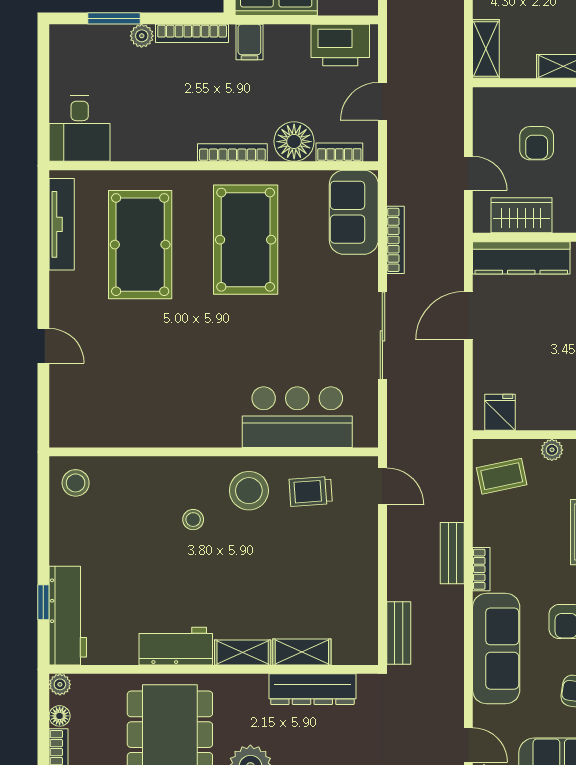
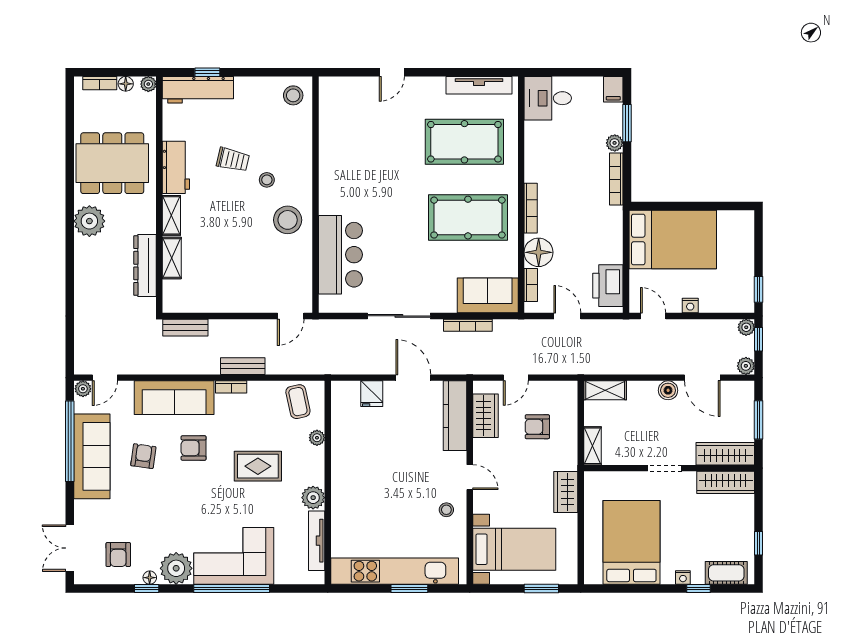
filing cabinet: (249, 42) -> (613, 89), moved, turned -90
fridge: (500, 412) -> (372, 394), moved, turned 90
trolley: (311, 491) -> (233, 160), moved, turned 107

